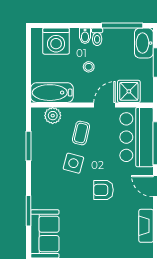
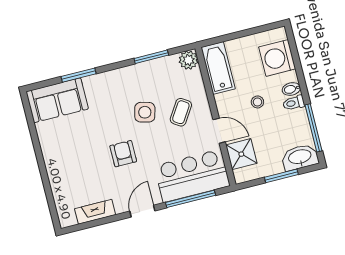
plant: (53, 116) -> (189, 60), moved
coffee table: (81, 133) -> (181, 112), turned -70

